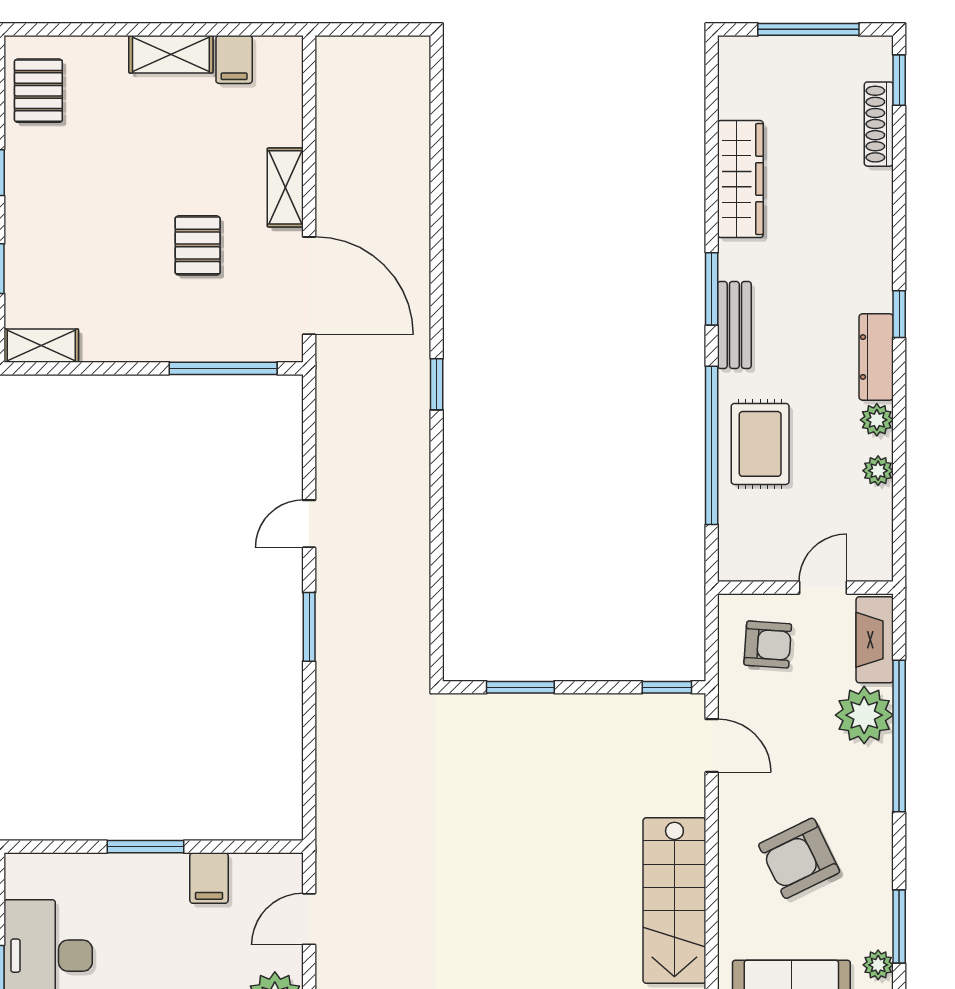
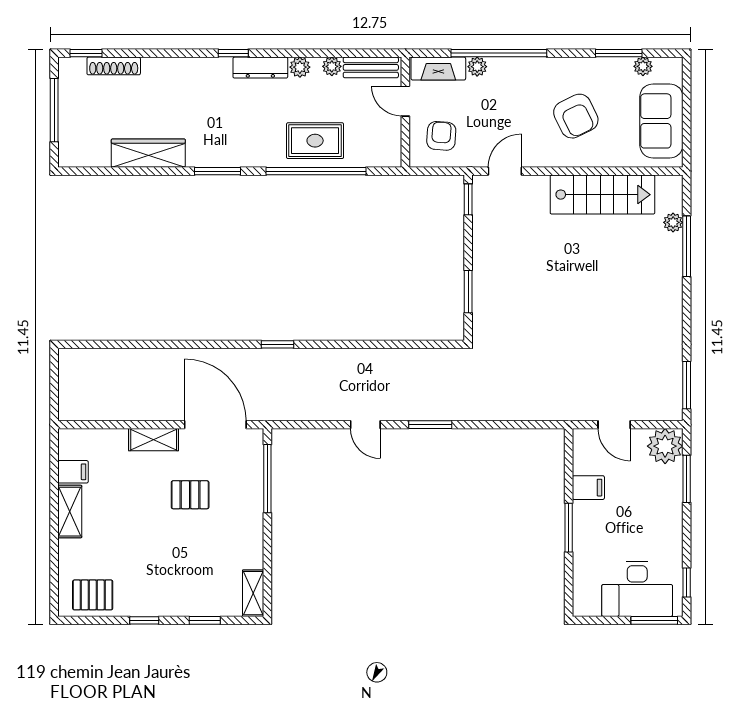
door: (309, 286) -> (215, 425), hinge flipped
bench: (734, 325) -> (371, 67), moved
plant: (864, 715) -> (477, 67), width x0.53, depth x0.53

